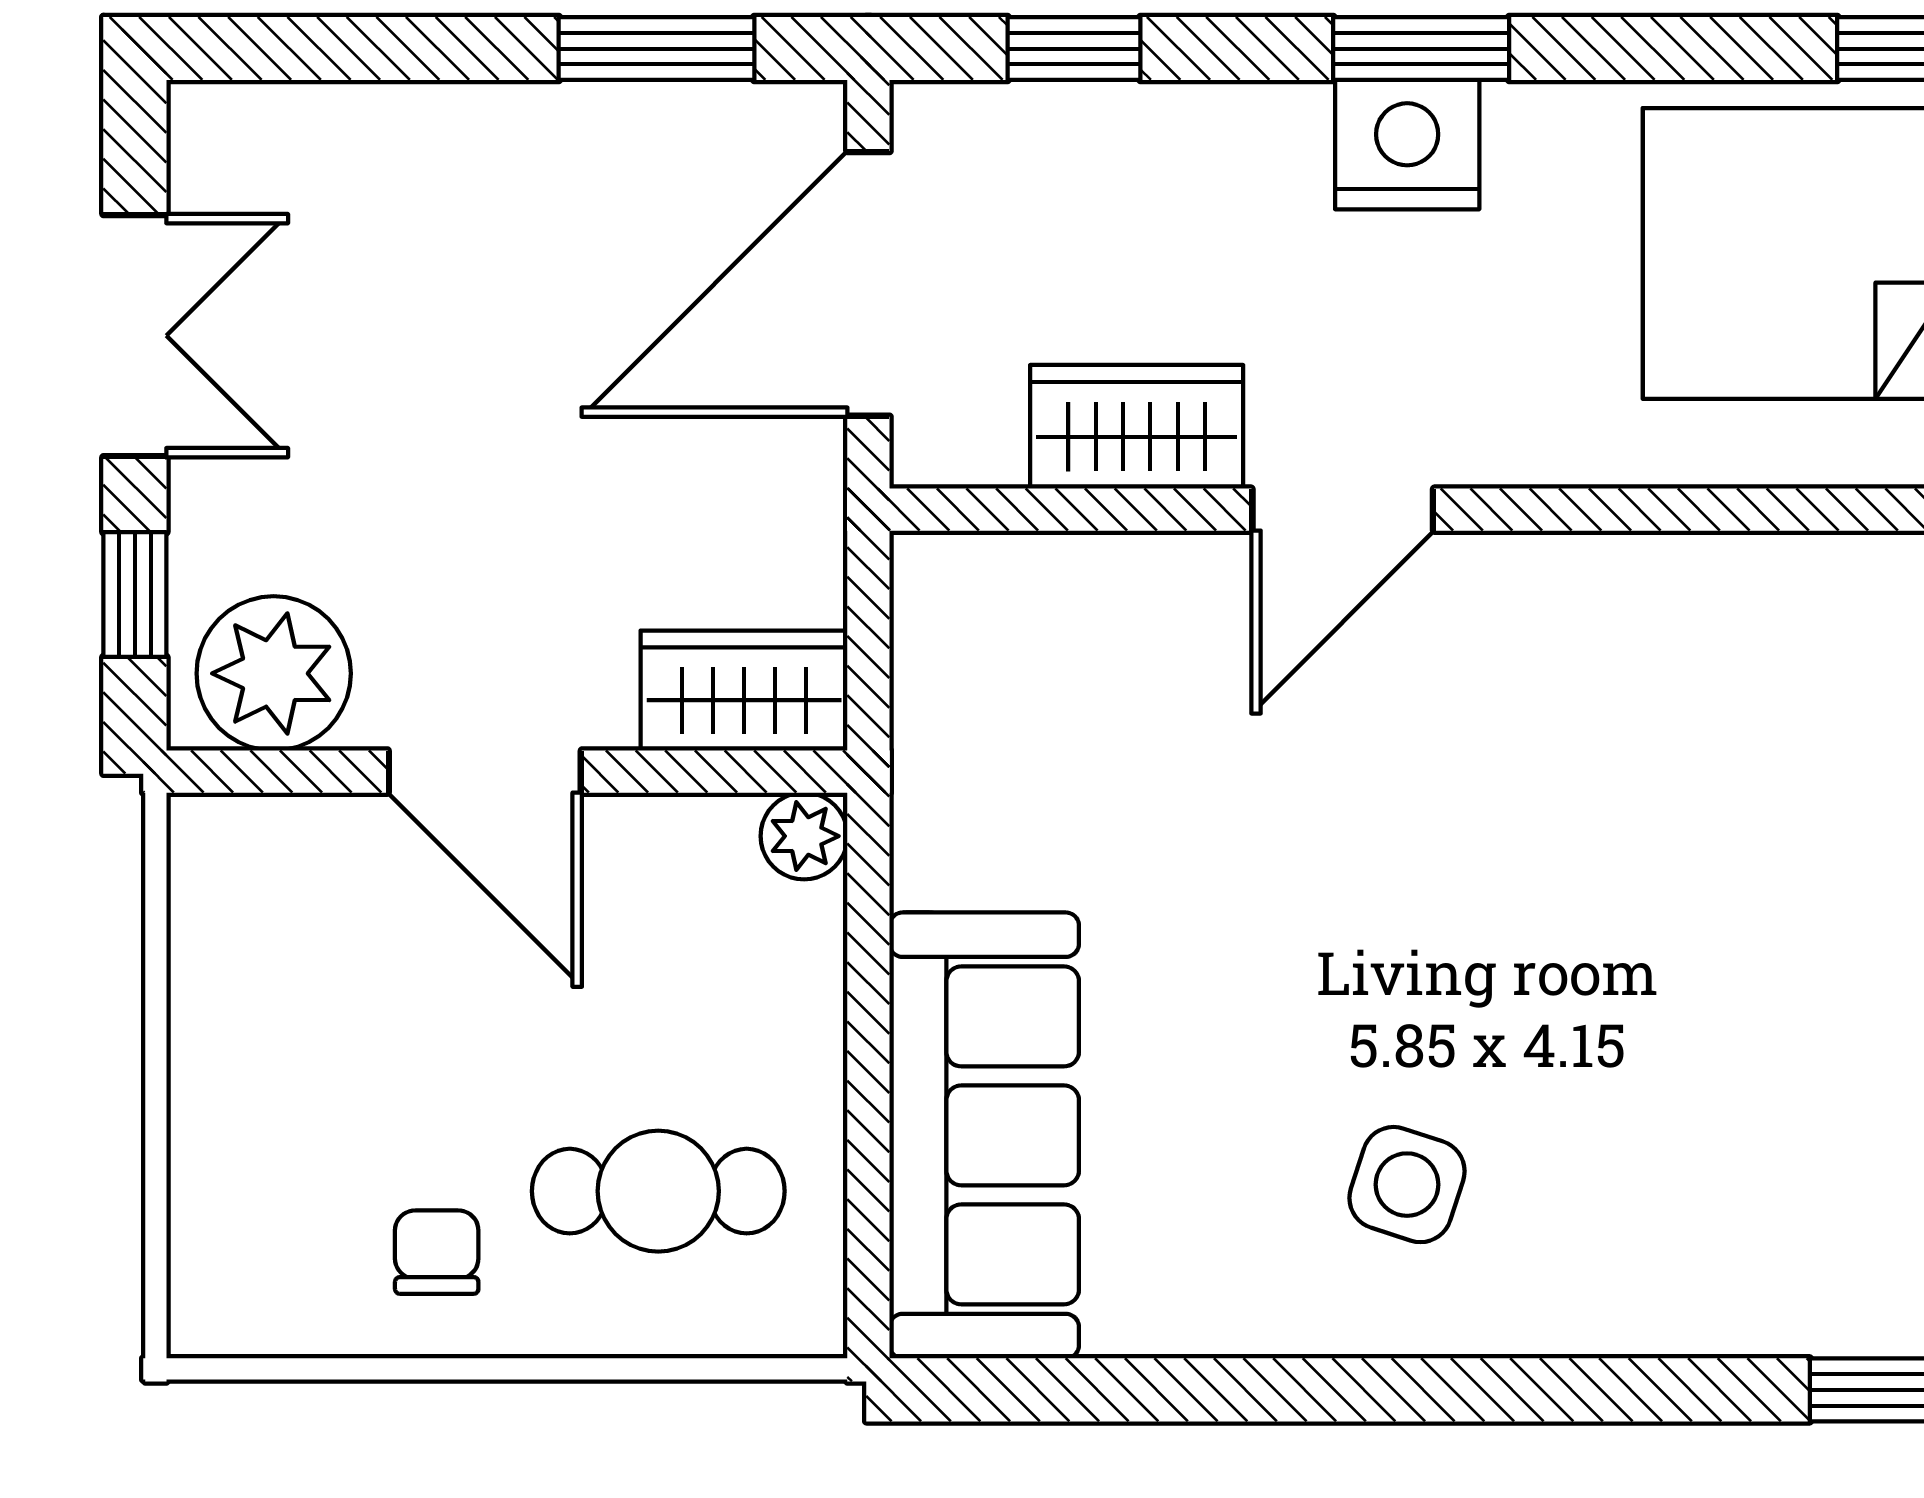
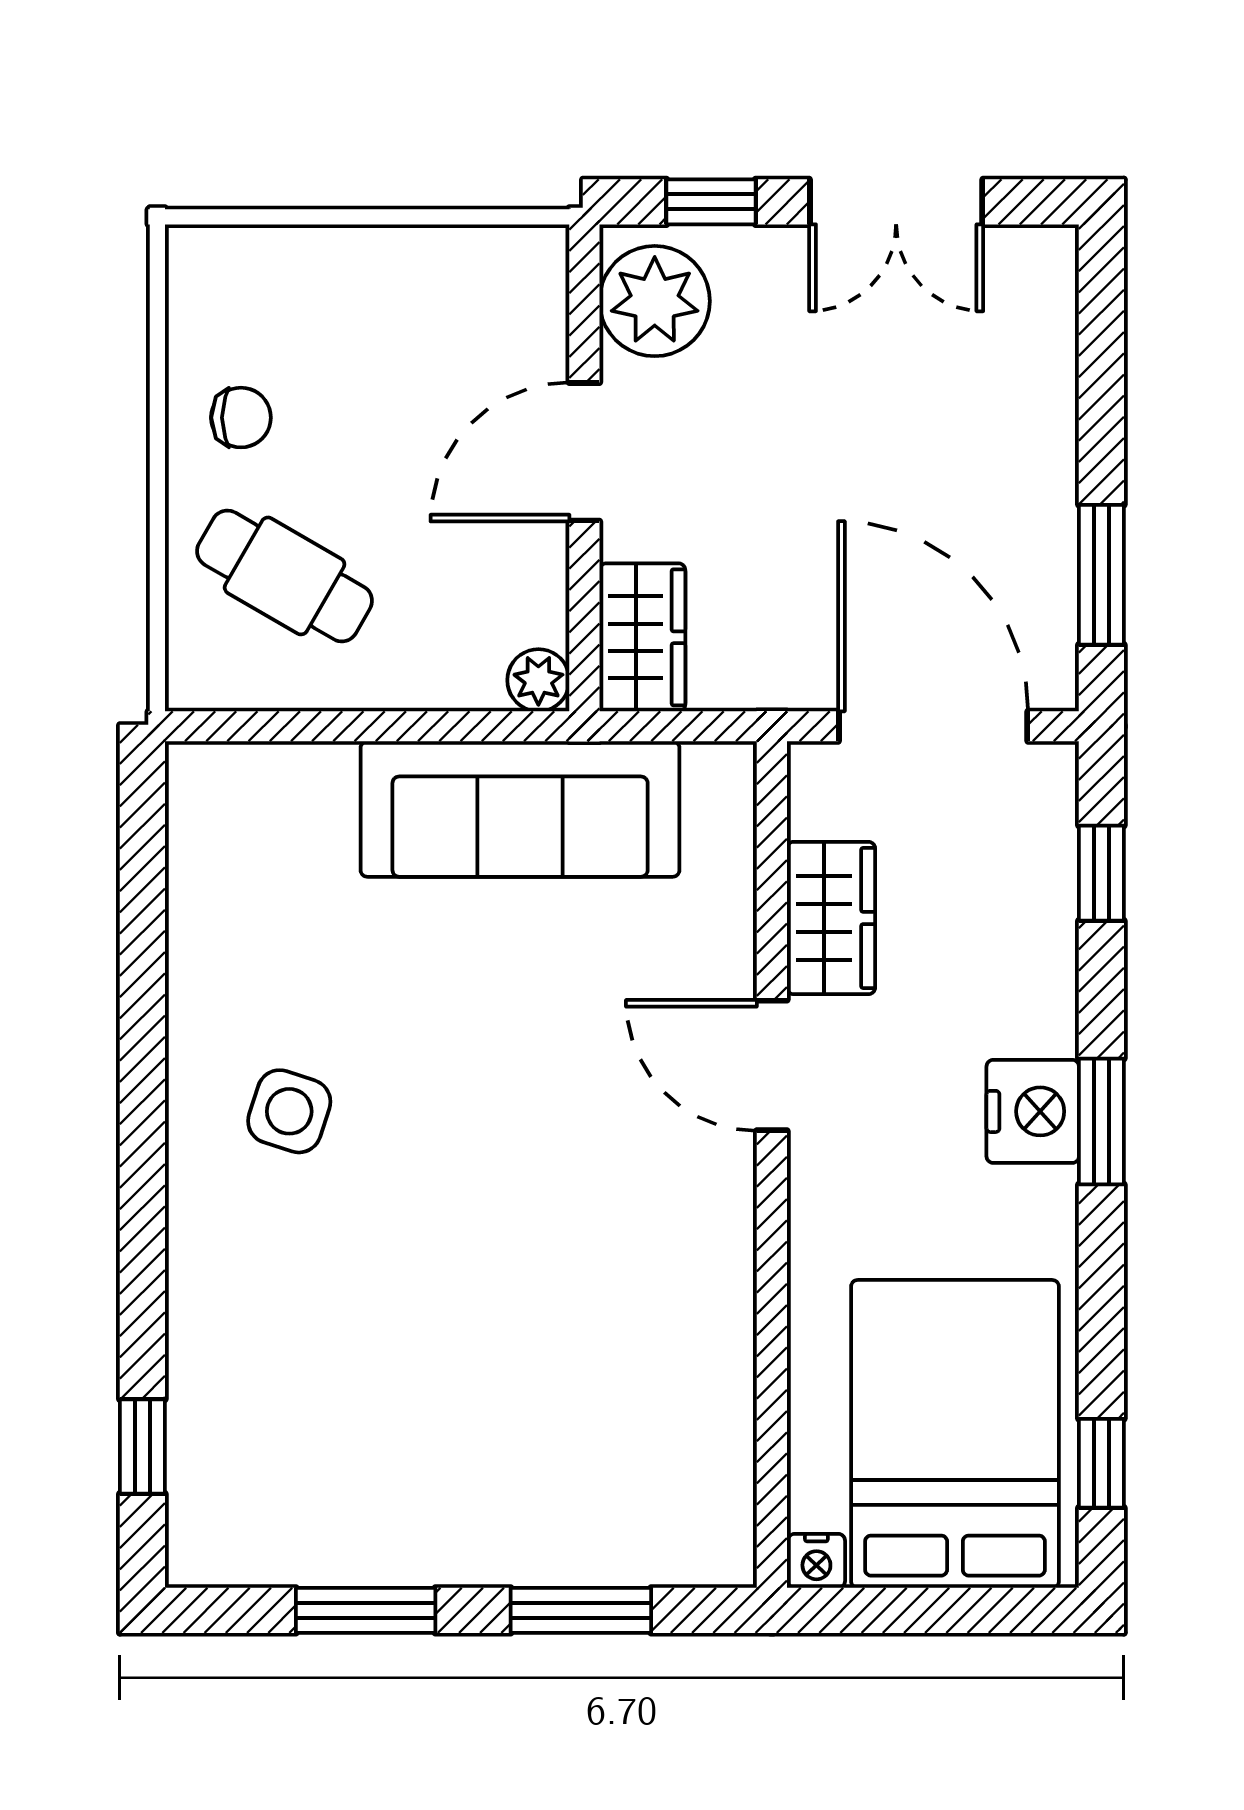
sofa: (984, 1135) -> (520, 809), moved
cafe table: (658, 1191) -> (285, 576), turned -60

